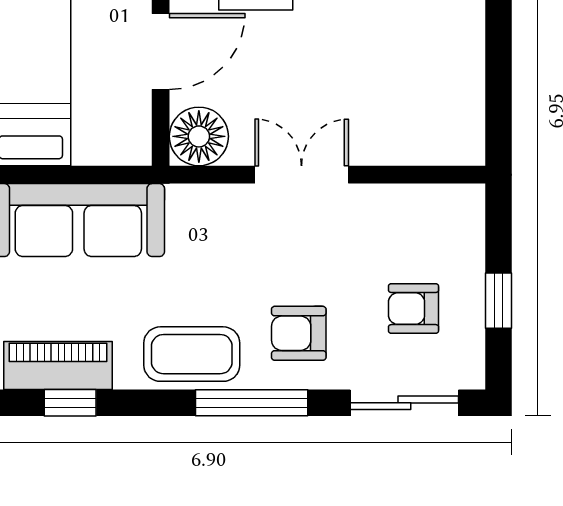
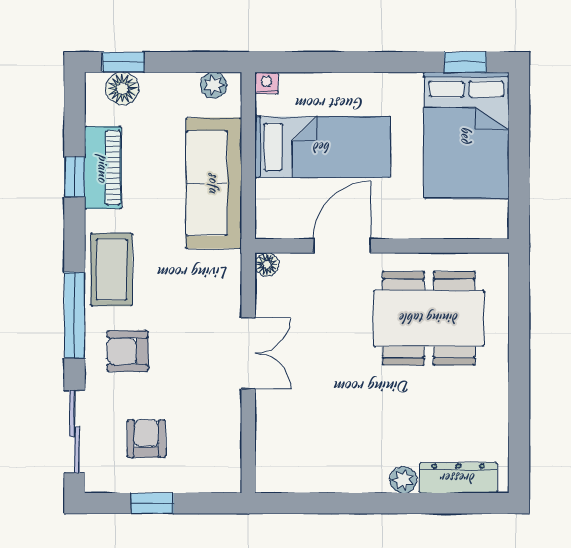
door: (161, 51) -> (342, 246), swing flipped
floor lamp: (199, 136) -> (267, 264), width x0.53, depth x0.53
armchair: (299, 333) -> (127, 351), turned -90

